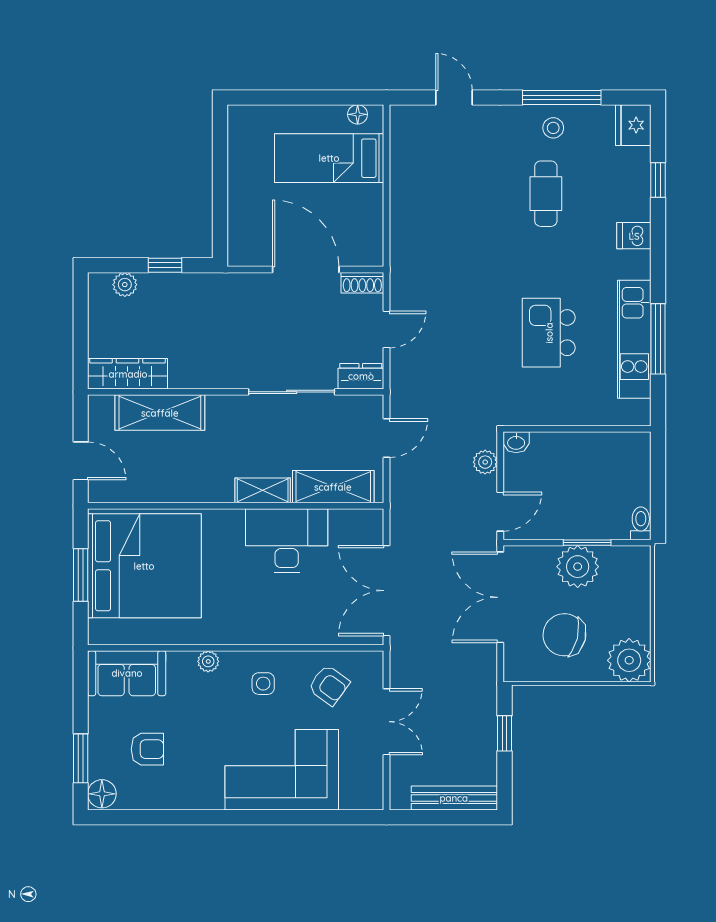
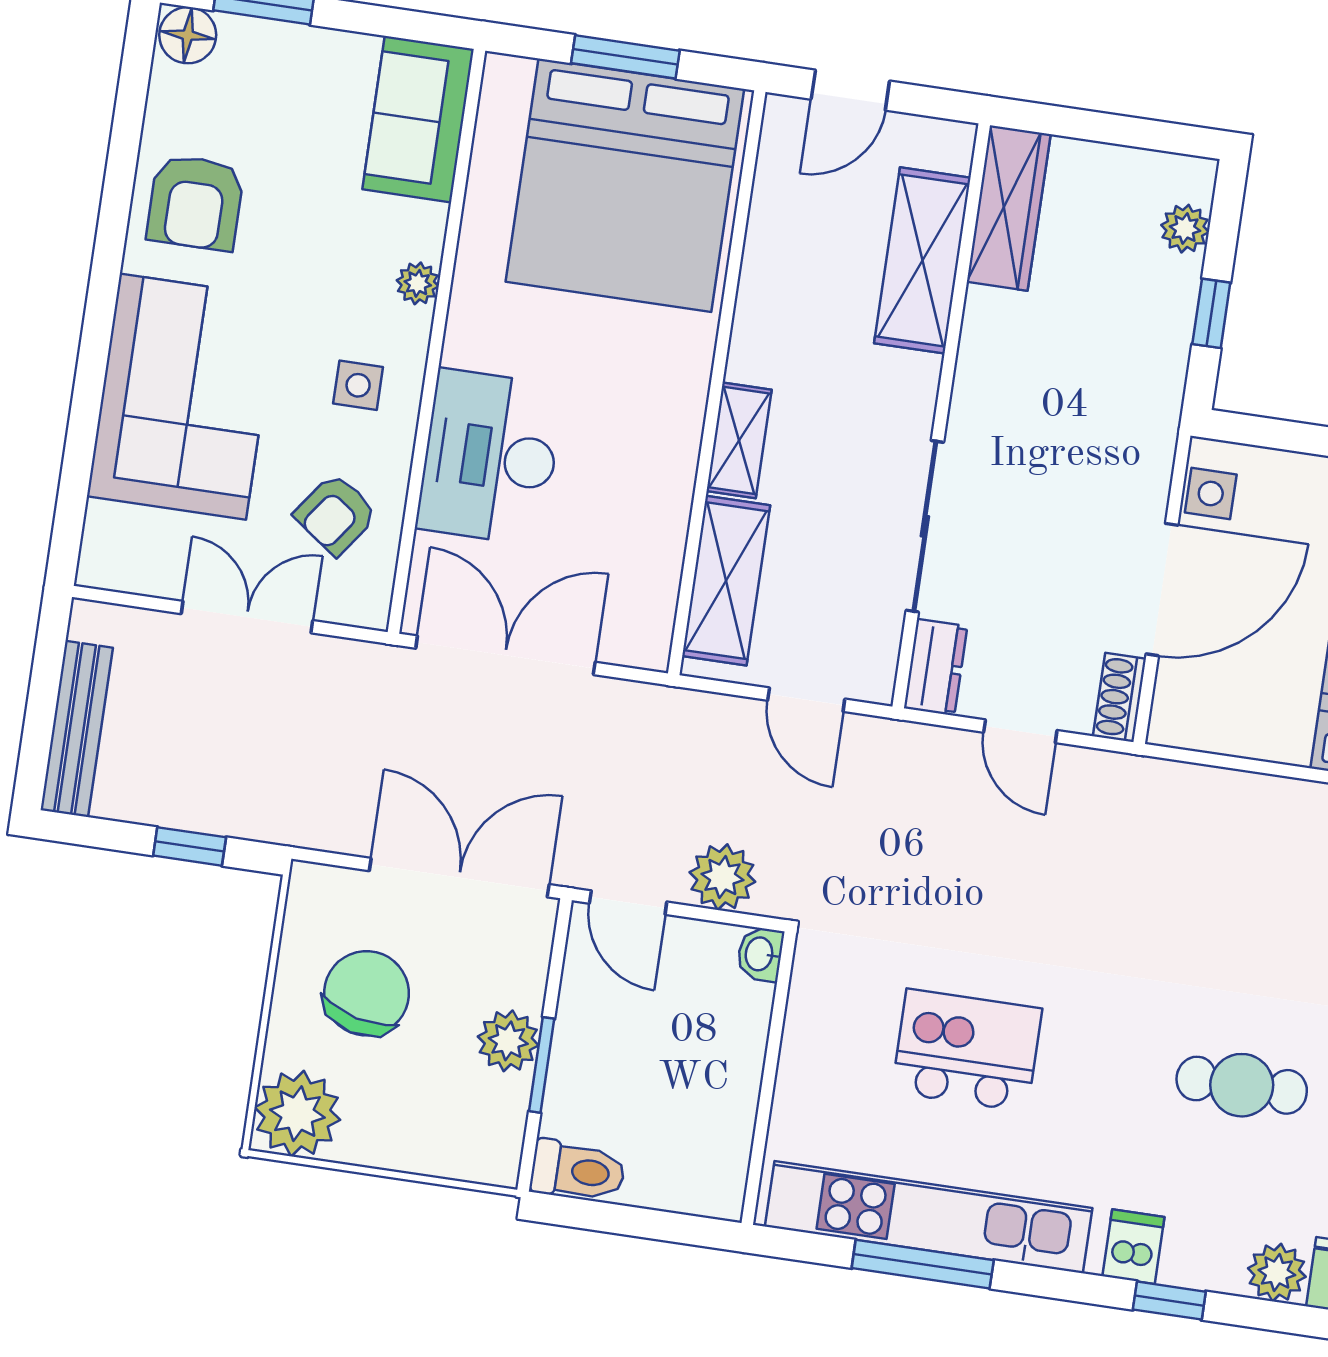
plant: (636, 162) -> (1277, 1273), added
window: (658, 180) -> (1169, 1301), moved
side table: (254, 252) -> (1211, 493), added
kitchen unit: (634, 339) -> (929, 1217), width x1.36
plant: (485, 462) -> (722, 877), width x1.38, depth x1.38
toilet: (641, 523) -> (578, 1171), width x1.37, depth x1.39
desk: (287, 541) -> (490, 457), moved, turned 180
plant: (578, 567) -> (508, 1041), width x0.73, depth x0.73
double door: (386, 722) -> (247, 617), swing flipped
armchair: (147, 749) -> (195, 203), moved, width x1.38, depth x1.38

